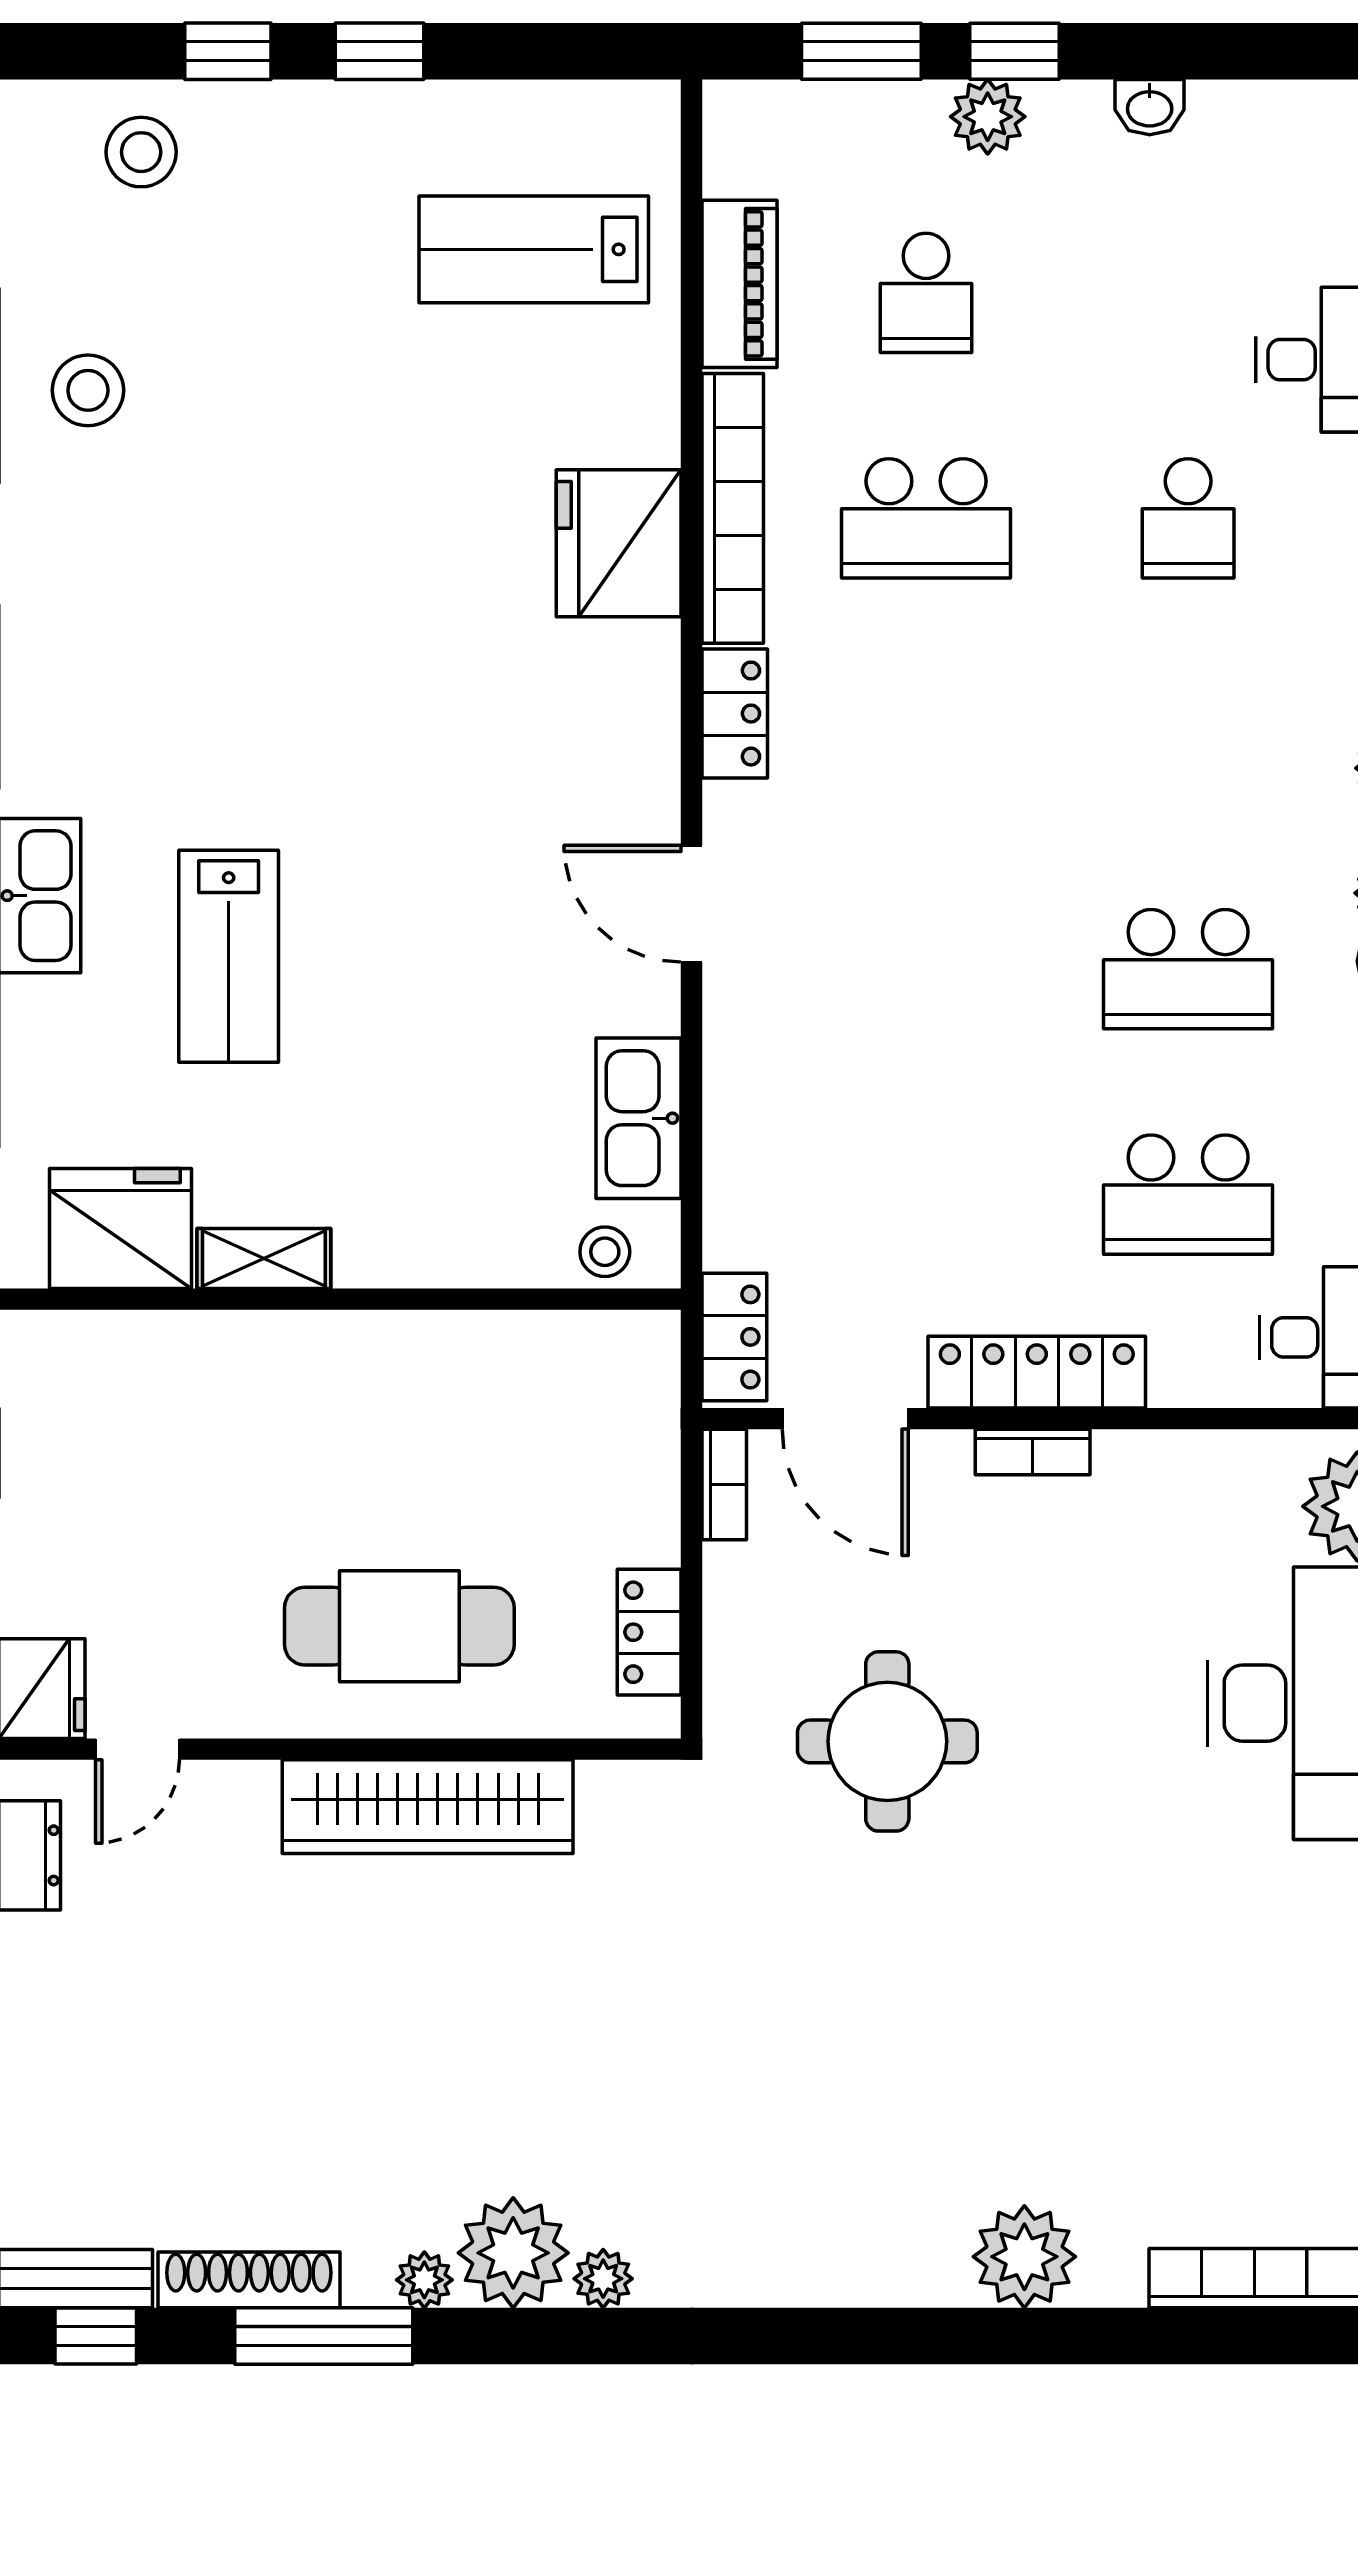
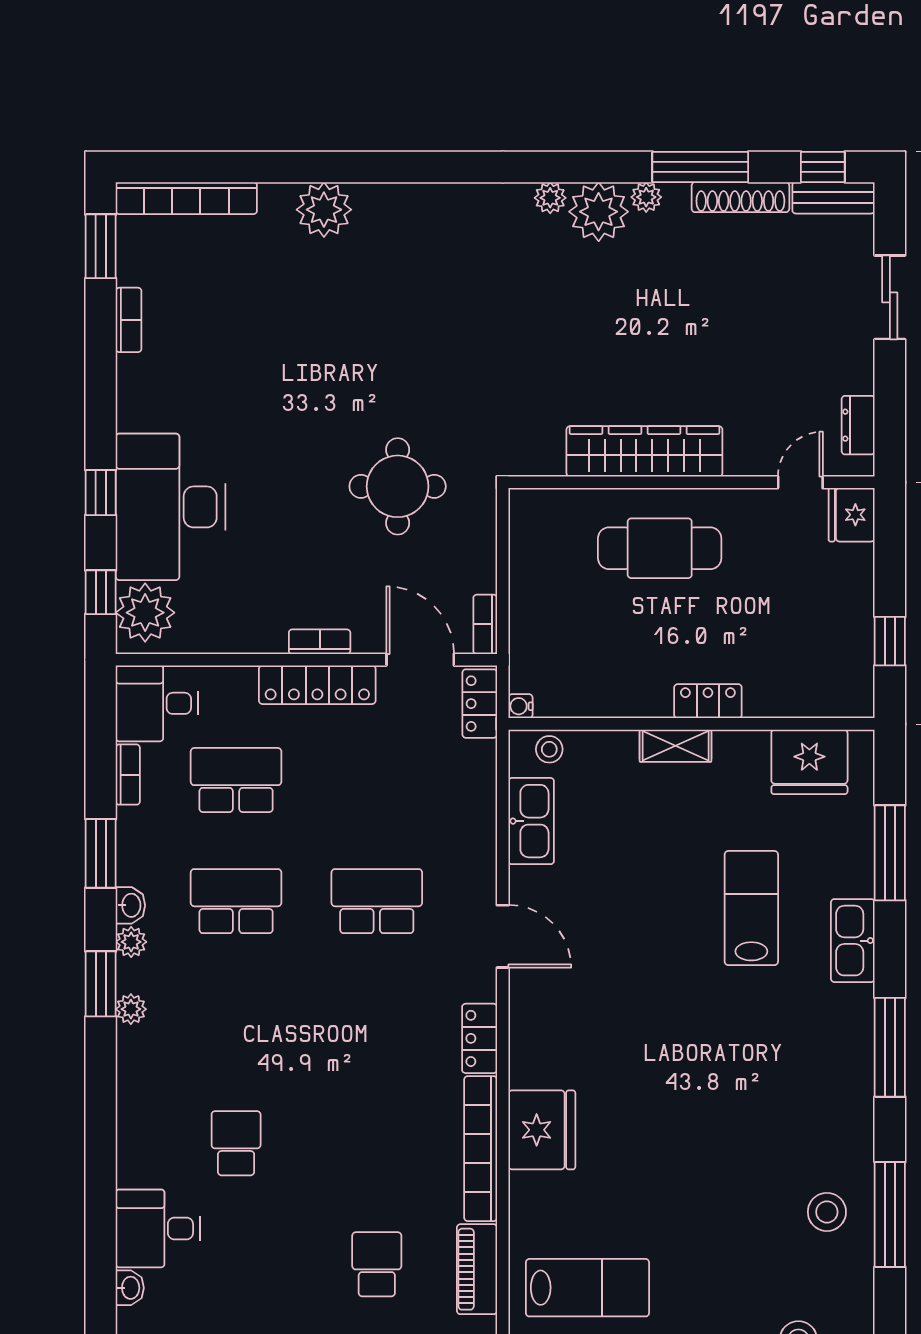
school desk: (926, 518) -> (377, 901), moved
shelving: (264, 1258) -> (676, 746), moved
water cooler: (659, 1332) -> (520, 706), added
locker: (649, 1632) -> (708, 701), moved, turned -90

